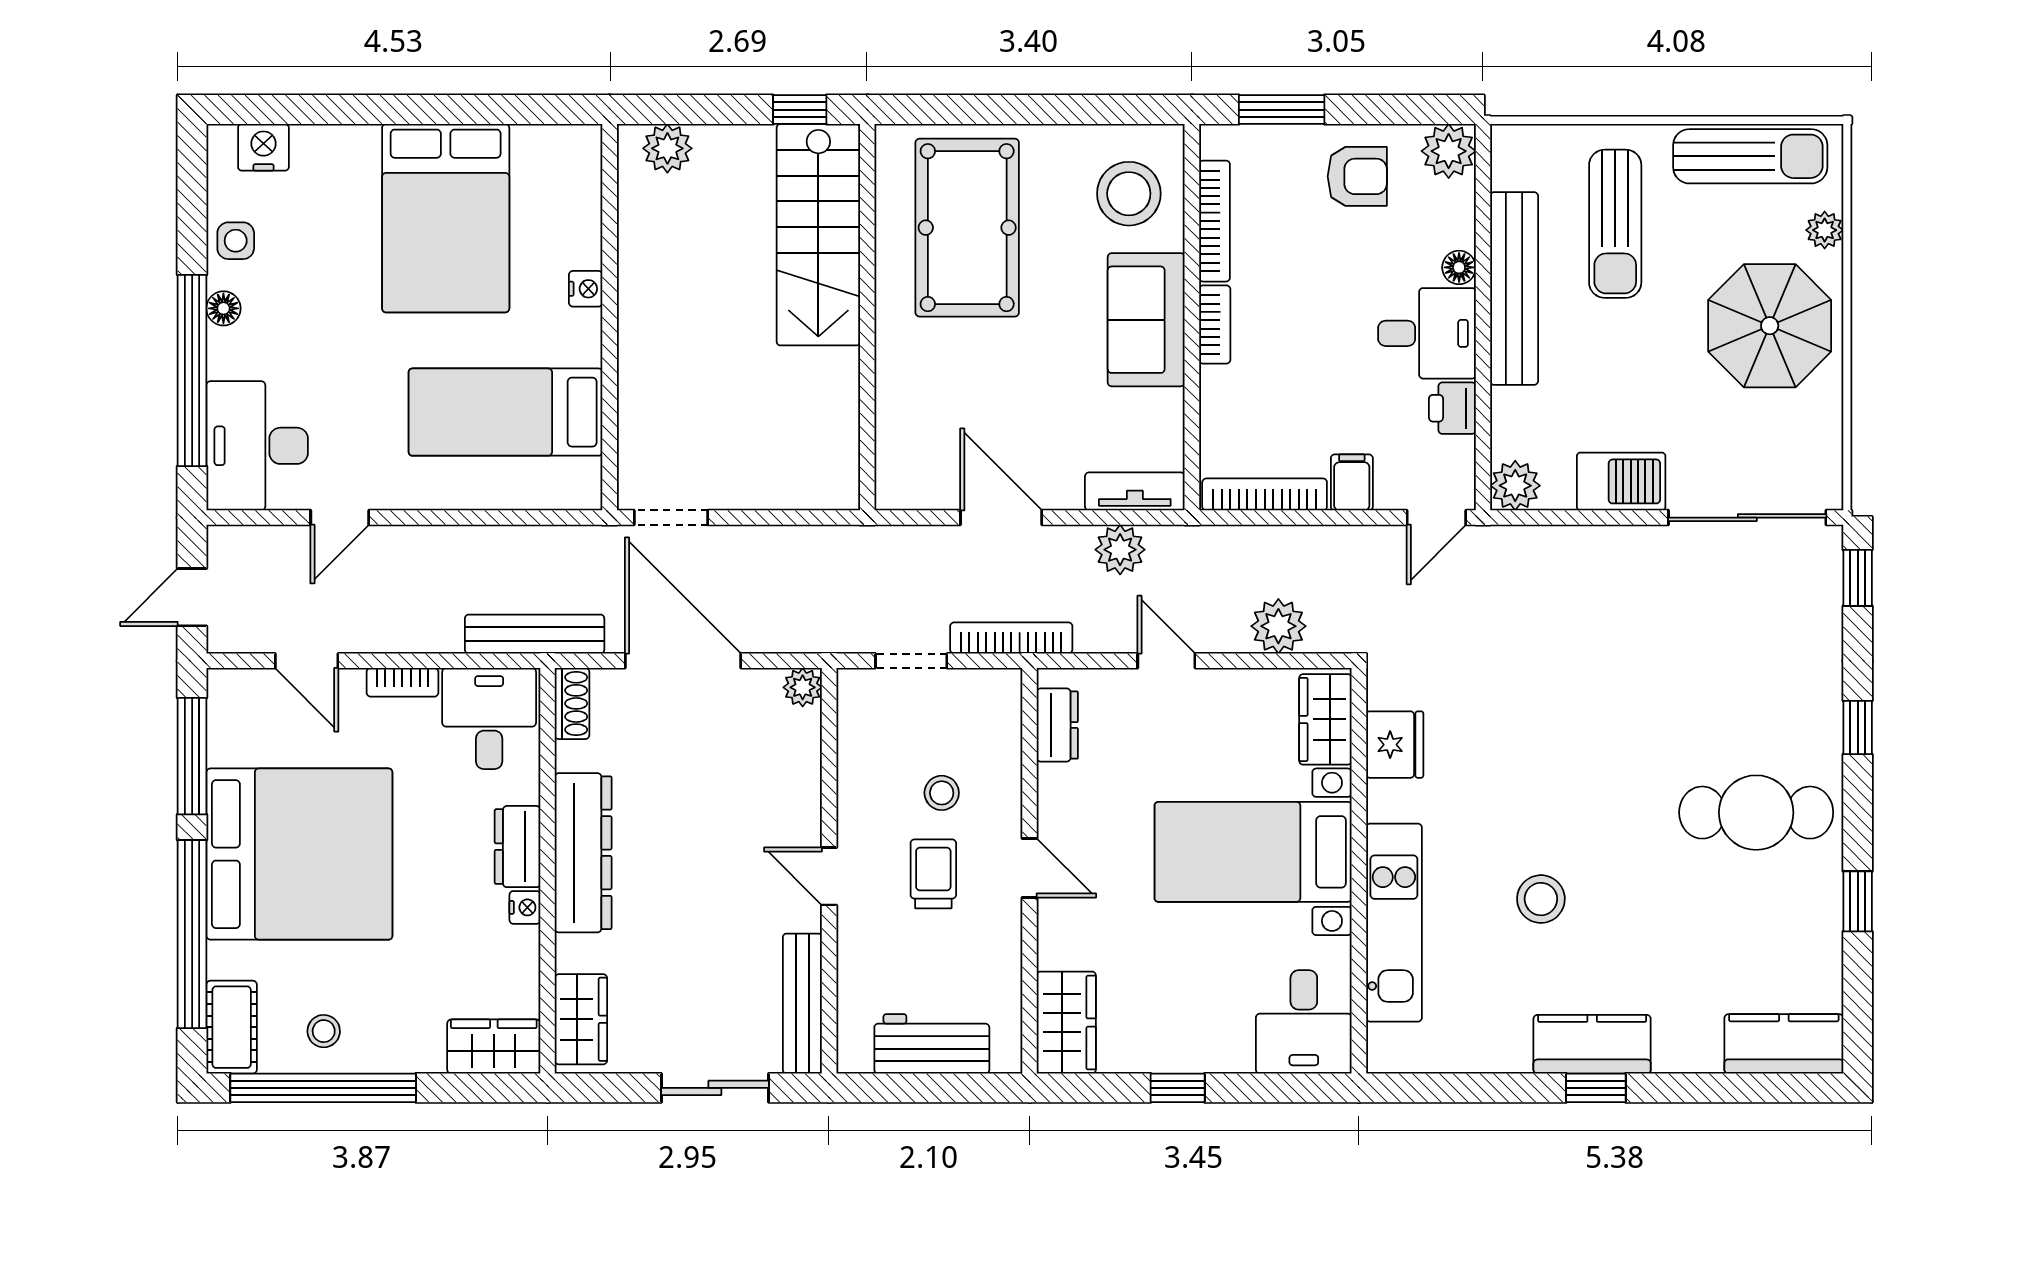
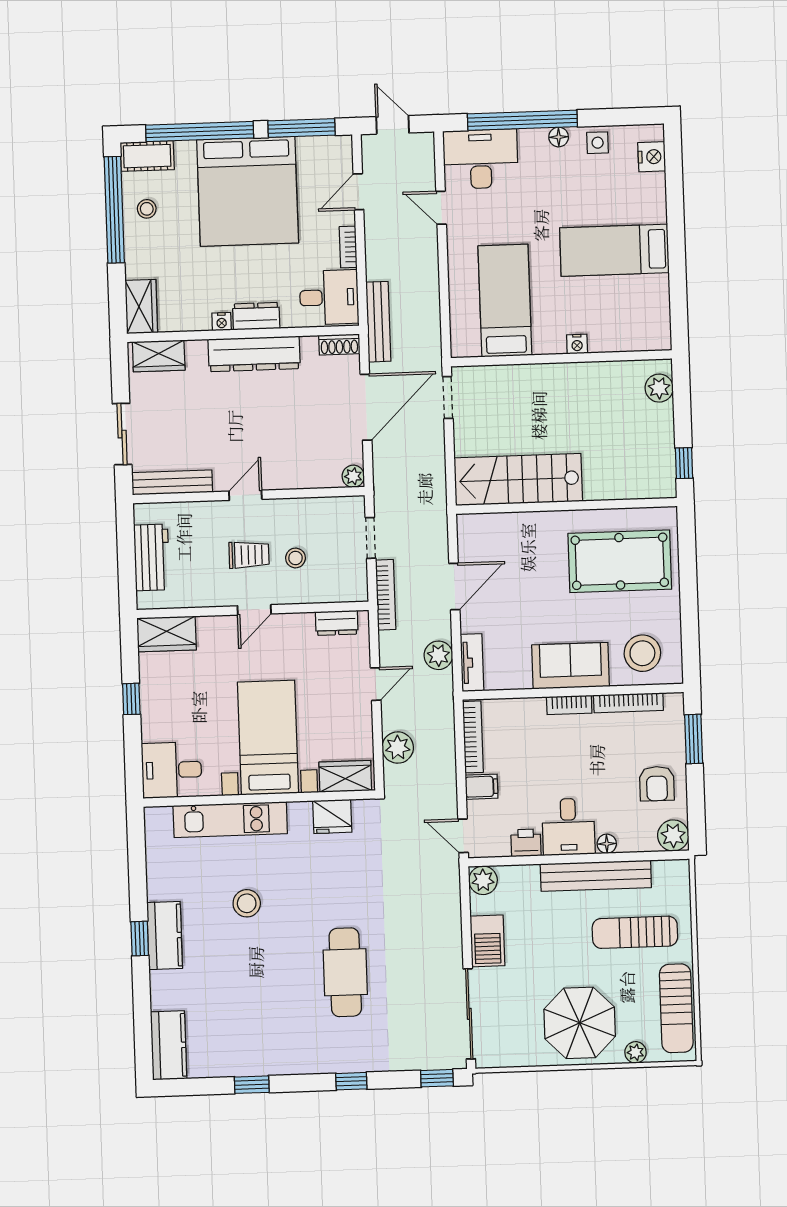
bed: (446, 218) -> (614, 250), width x0.67
stairs: (818, 235) -> (518, 480), moved
cafe table: (1756, 813) -> (345, 972), moved

